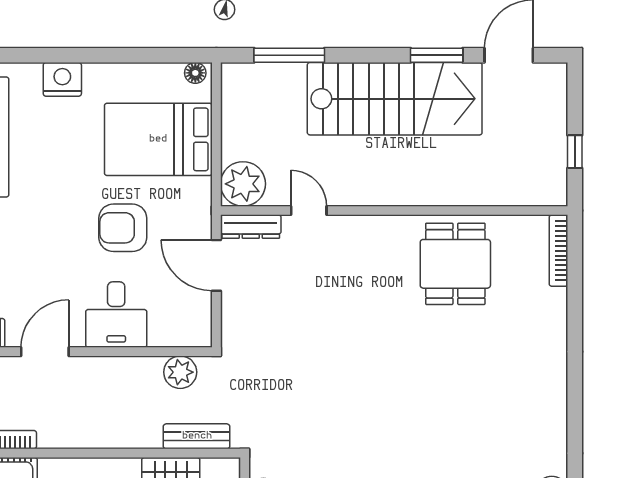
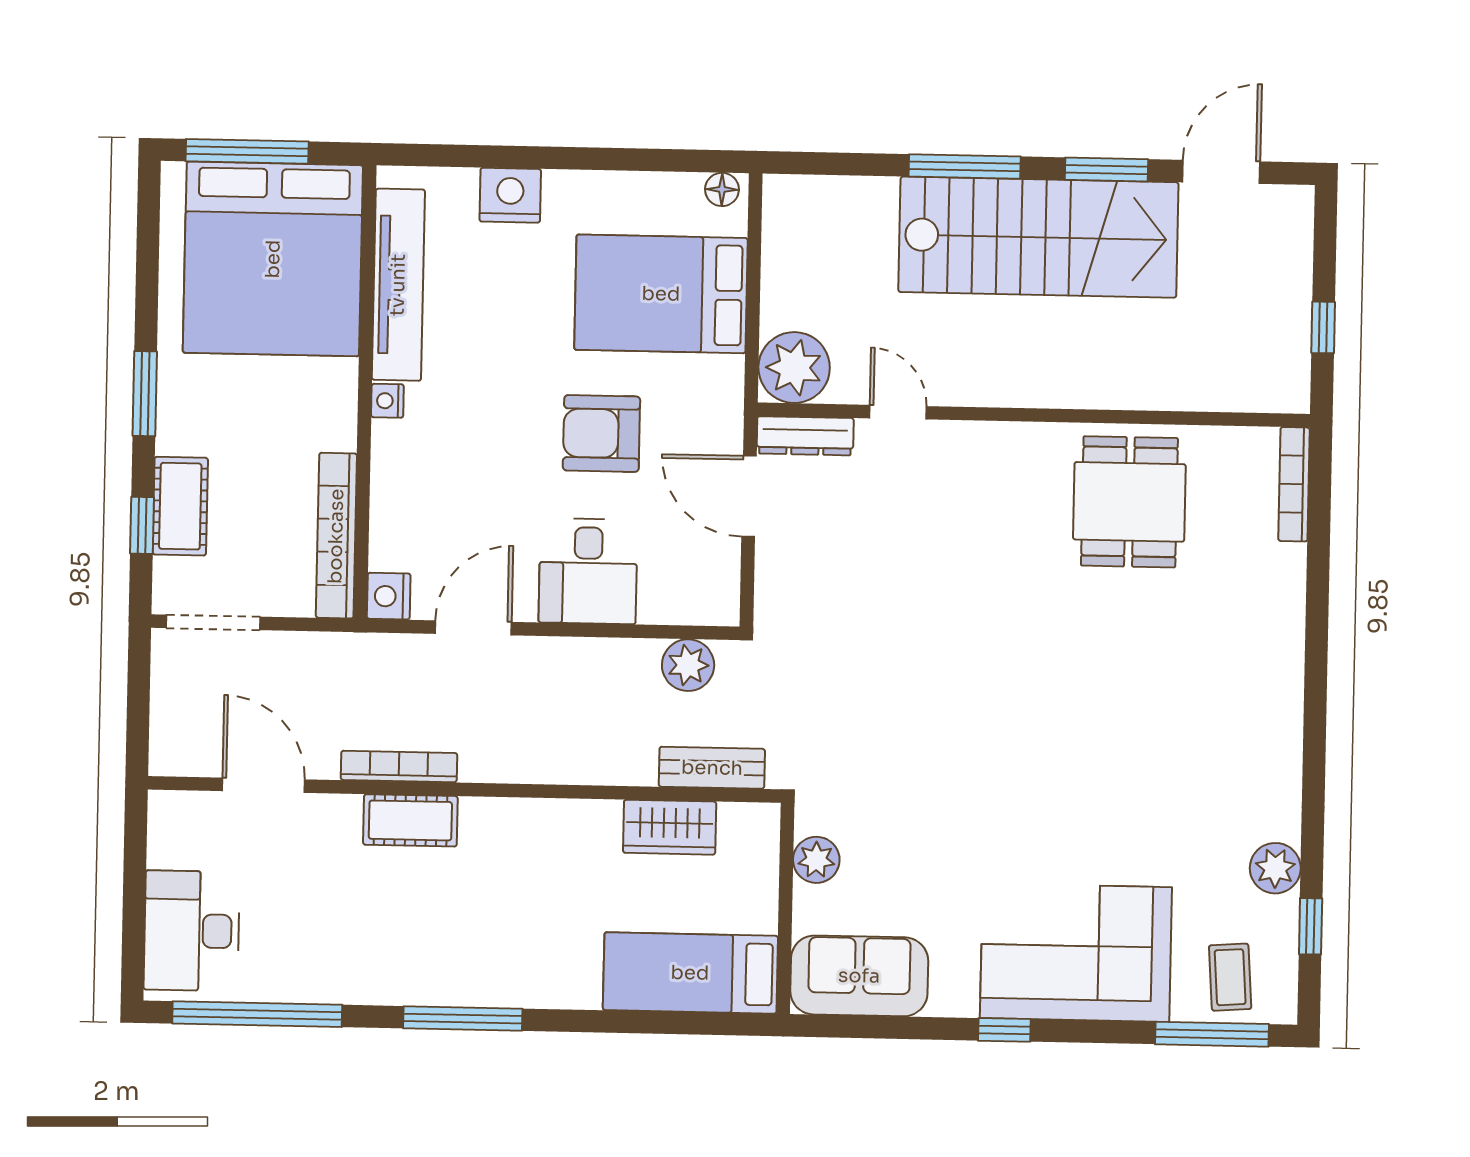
window: (289, 55) -> (965, 166), moved

